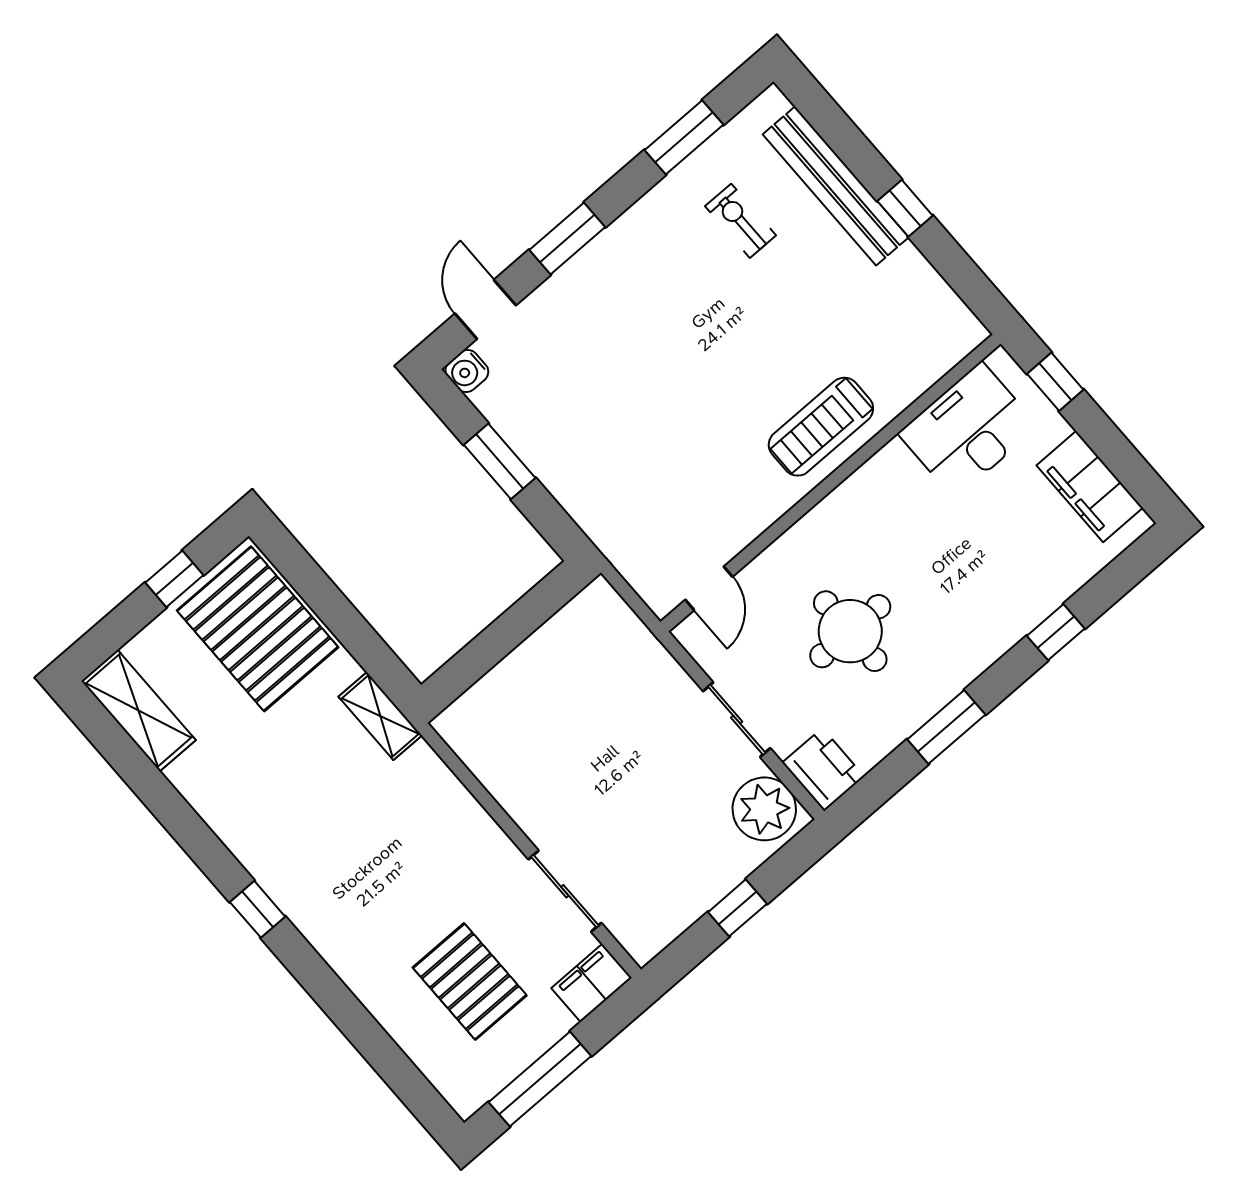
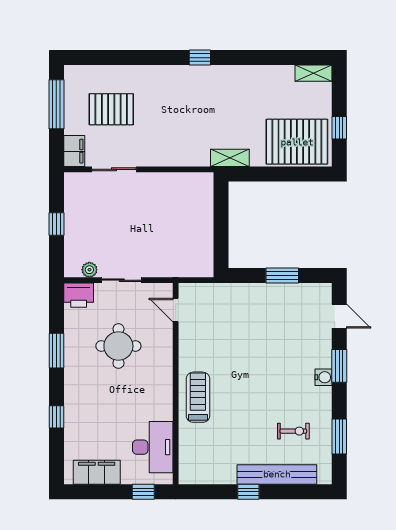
water cooler: (467, 371) -> (323, 377), moved, turned 90
shelving: (138, 711) -> (313, 73), width x0.67, depth x0.75
plant: (764, 809) -> (89, 270), width x0.53, depth x0.53

